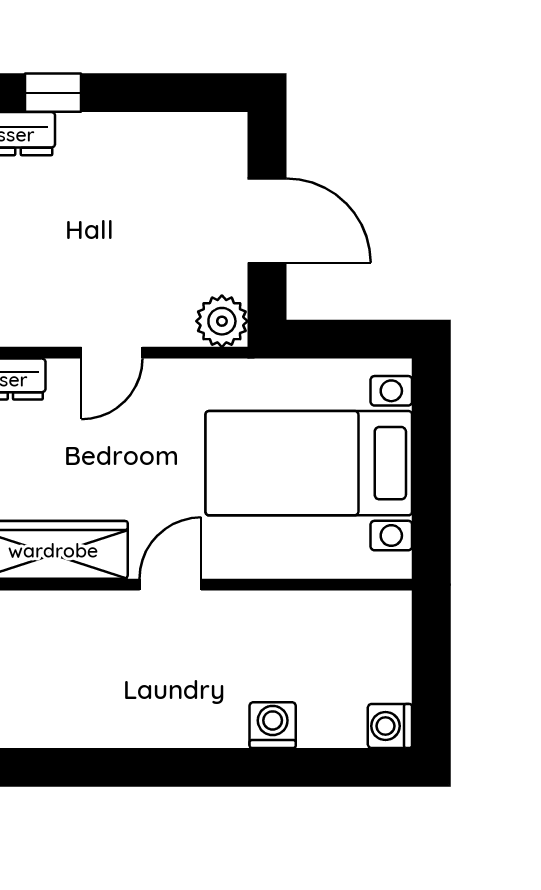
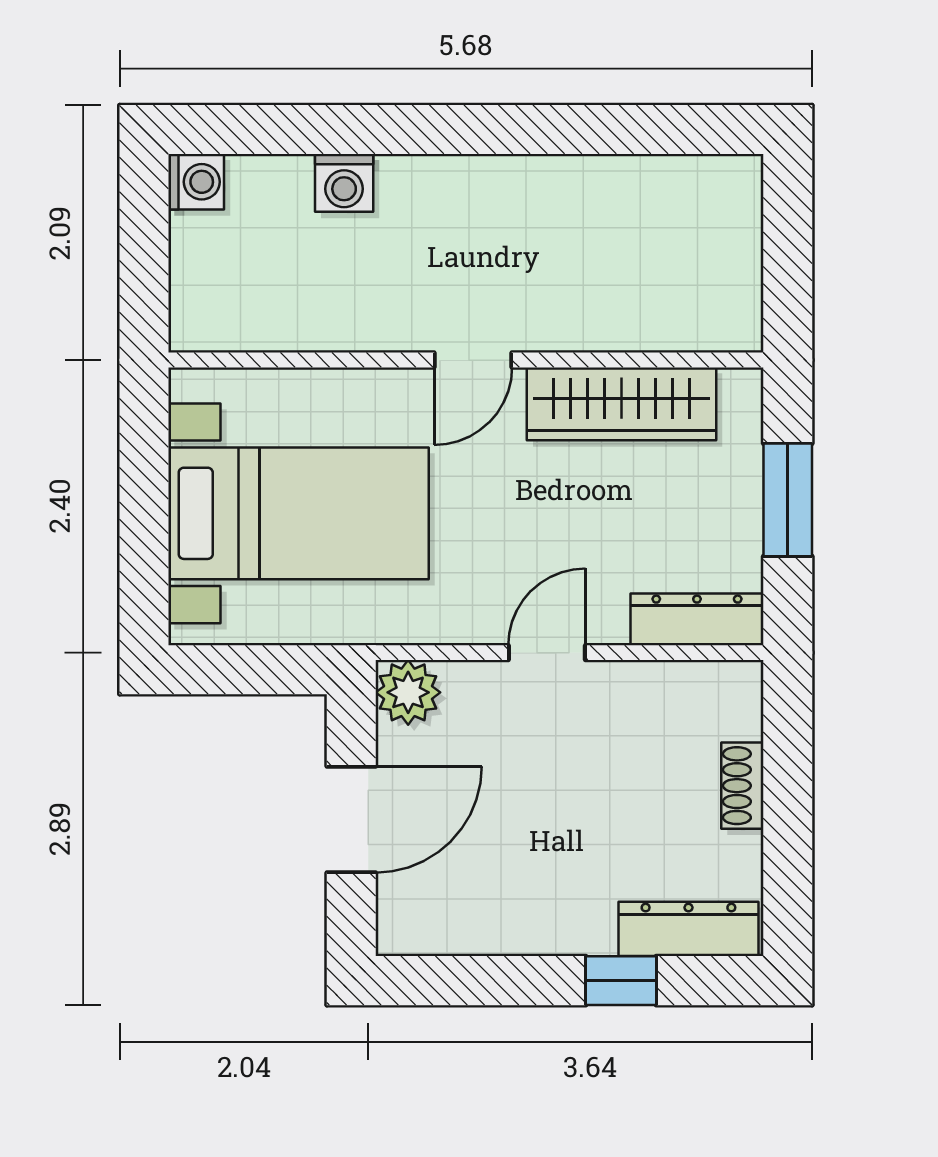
door: (267, 220) -> (351, 819), swing flipped

